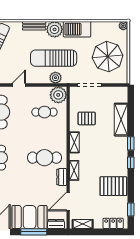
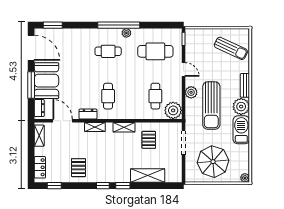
sun lounger: (54, 58) -> (211, 106), turned 180
plant: (55, 78) -> (191, 92), moved
cafe table: (44, 158) -> (108, 96), width x0.73, depth x0.74
pallet: (113, 186) -> (78, 168), width x0.67, depth x0.71

